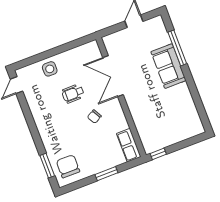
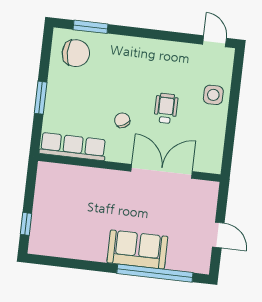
window: (177, 48) -> (155, 273), width x1.46
row of seats: (129, 145) -> (73, 147), width x1.48
window: (158, 154) -> (26, 224), moved

